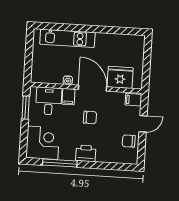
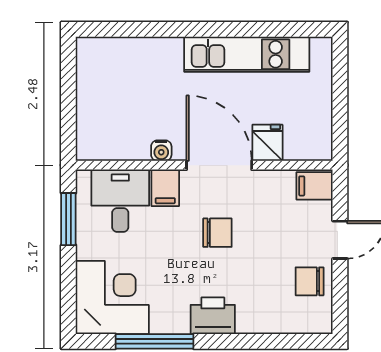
kitchen unit: (67, 38) -> (247, 54), moved
fridge: (120, 77) -> (267, 143), width x0.53, depth x0.75

